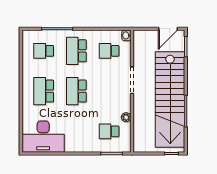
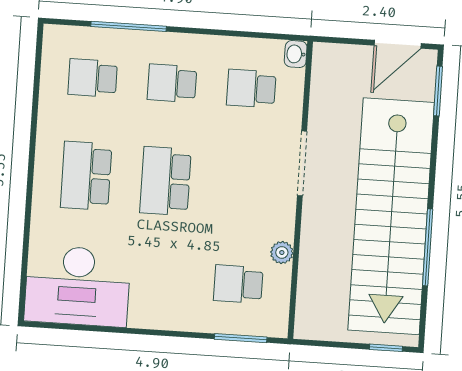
school desk: (76, 51) -> (172, 83), width x0.54

